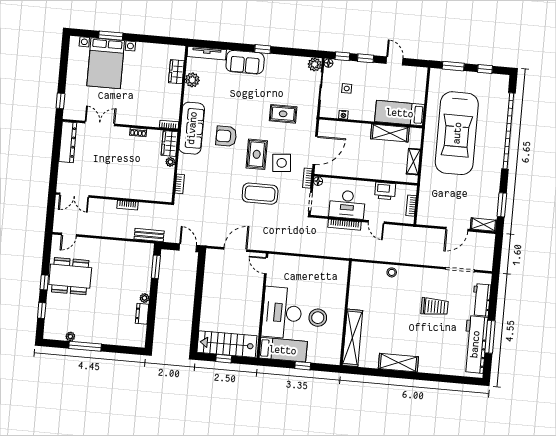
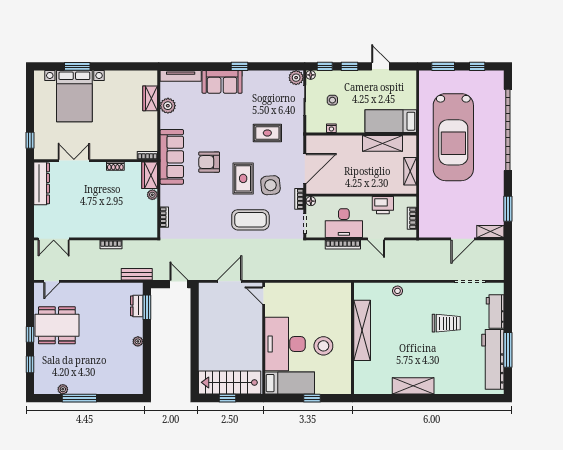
dresser: (142, 314) -> (137, 306), moved
shelving: (352, 338) -> (362, 330), moved

